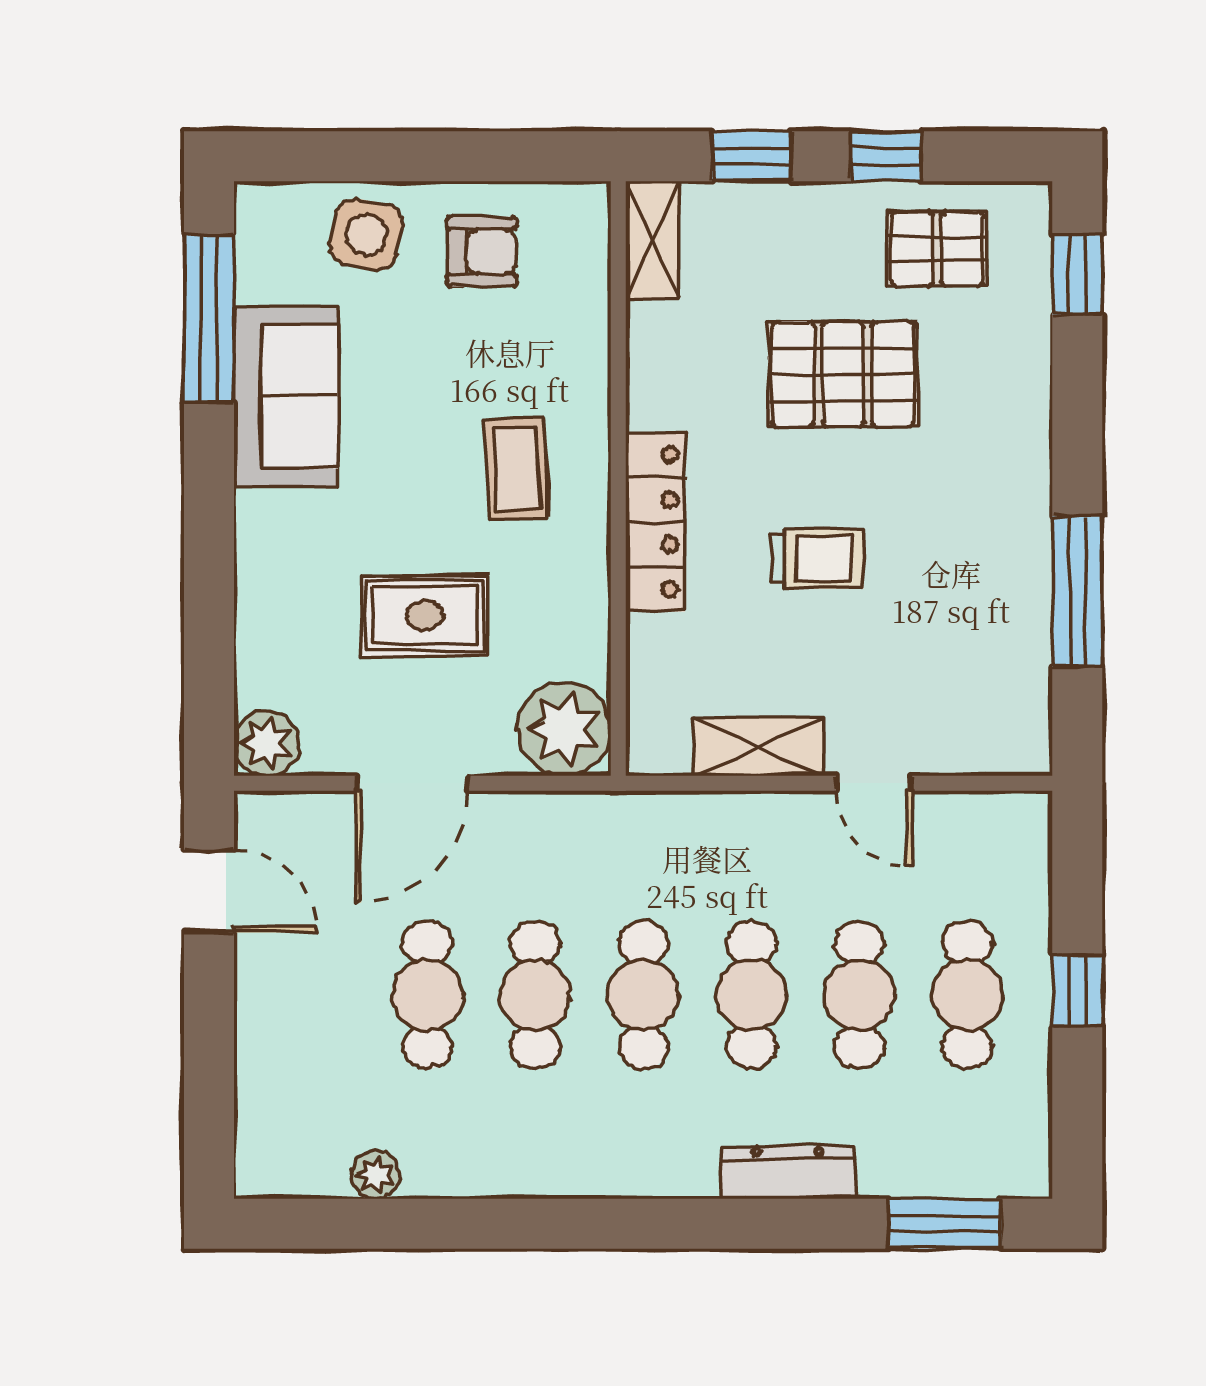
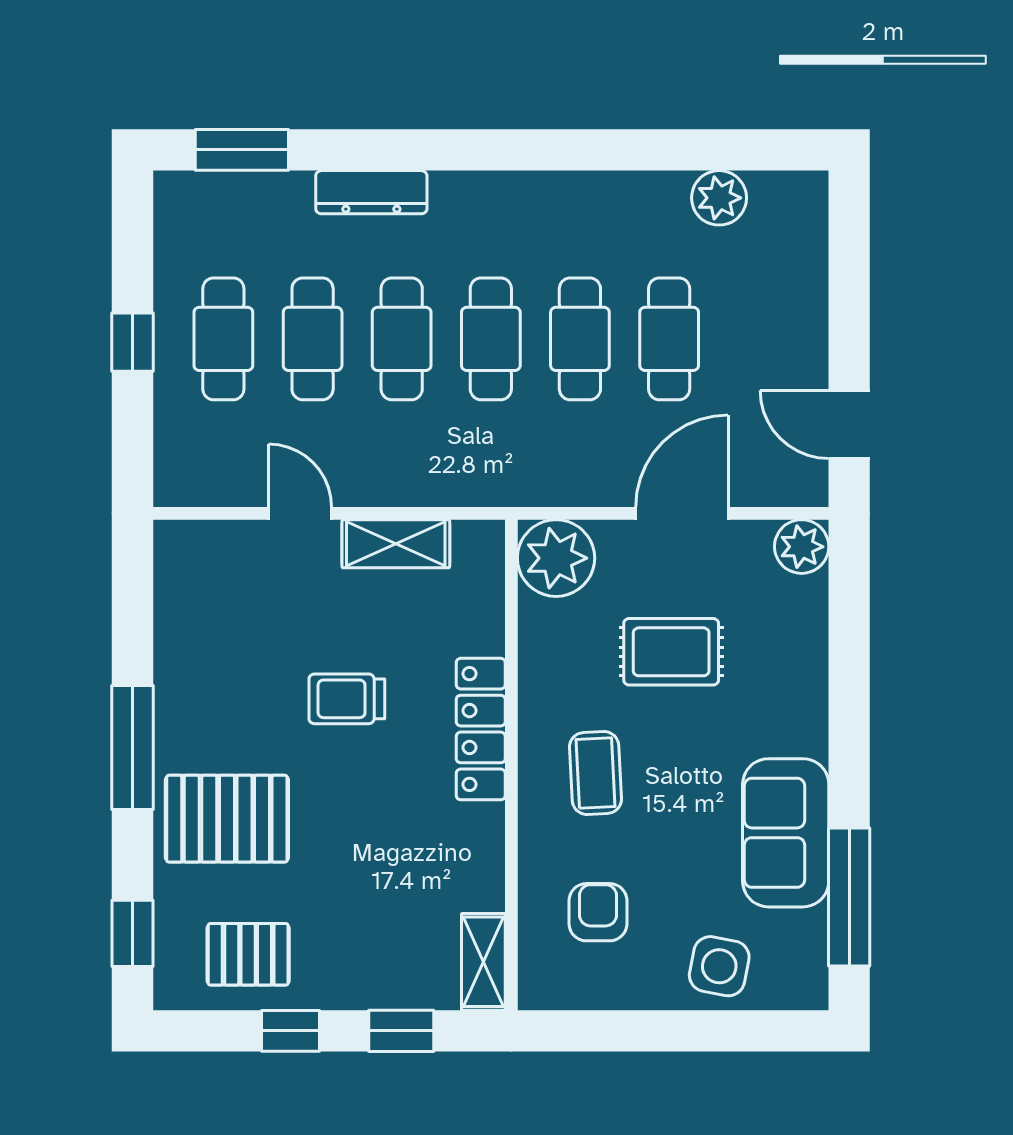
armchair: (482, 252) -> (598, 912), moved, turned 90
pallet: (843, 374) -> (227, 819), moved
window: (1077, 591) -> (132, 748), moved
plant: (376, 1175) -> (719, 198), width x1.38, depth x1.38

